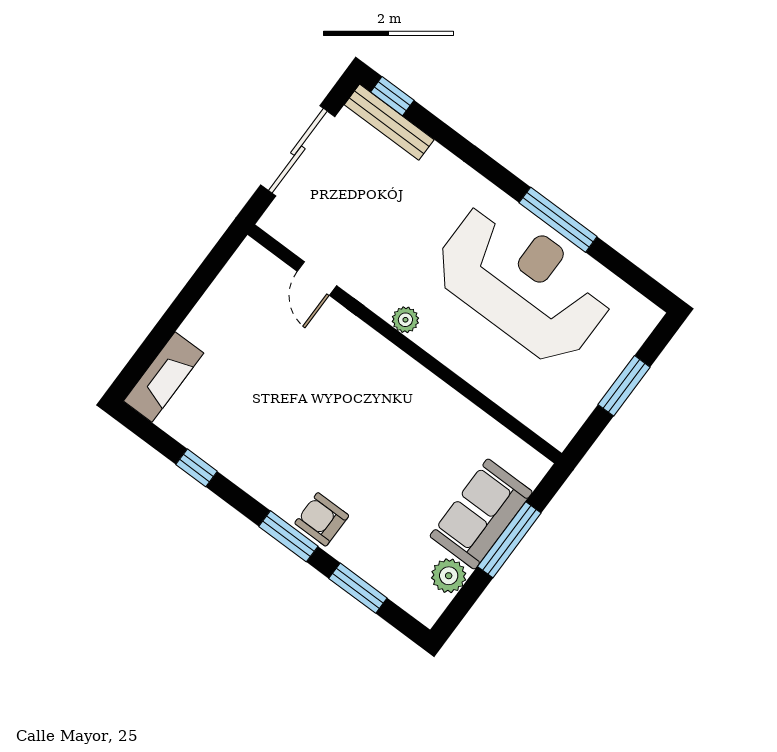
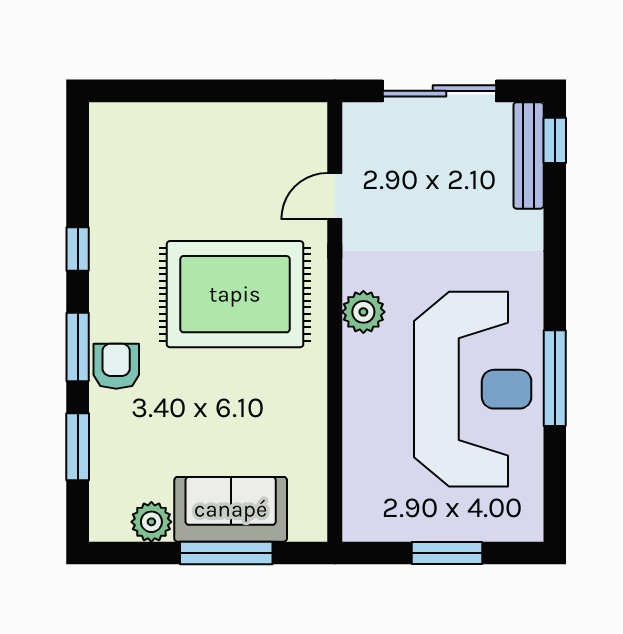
plant: (405, 320) -> (363, 312), width x1.38, depth x1.38
fireplace: (164, 377) -> (139, 123), removed
rug: (333, 399) -> (235, 294), added
window: (197, 468) -> (78, 249), moved

